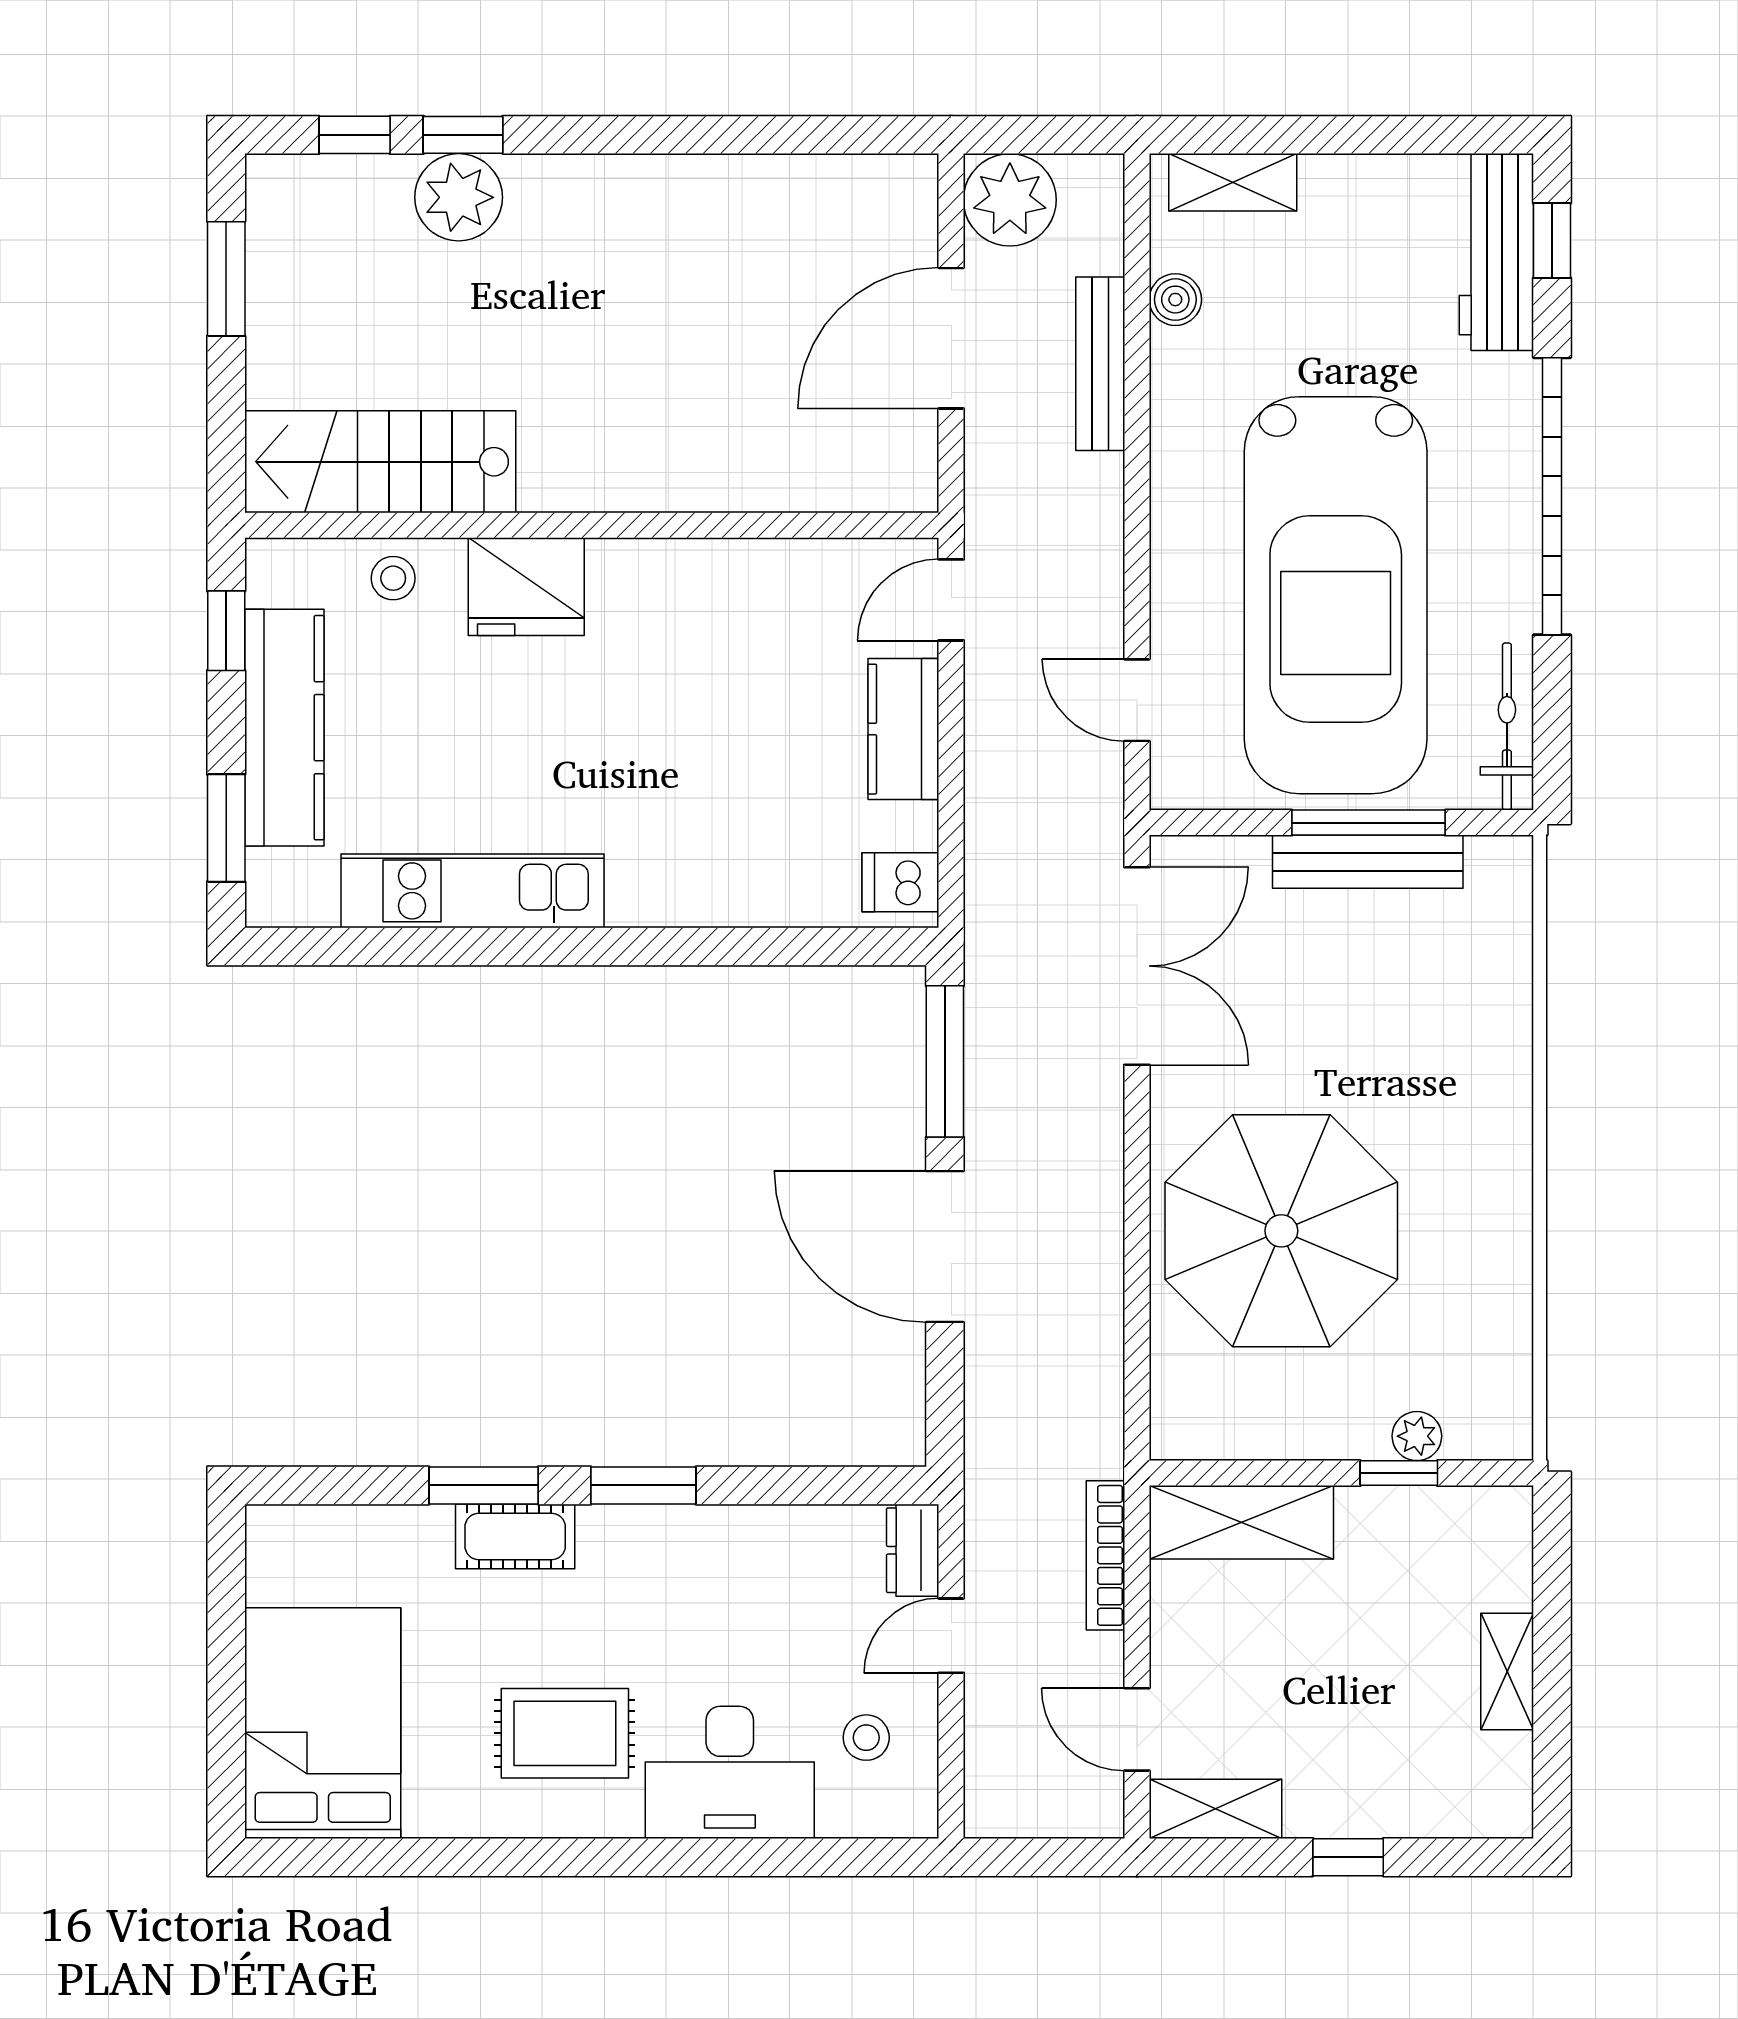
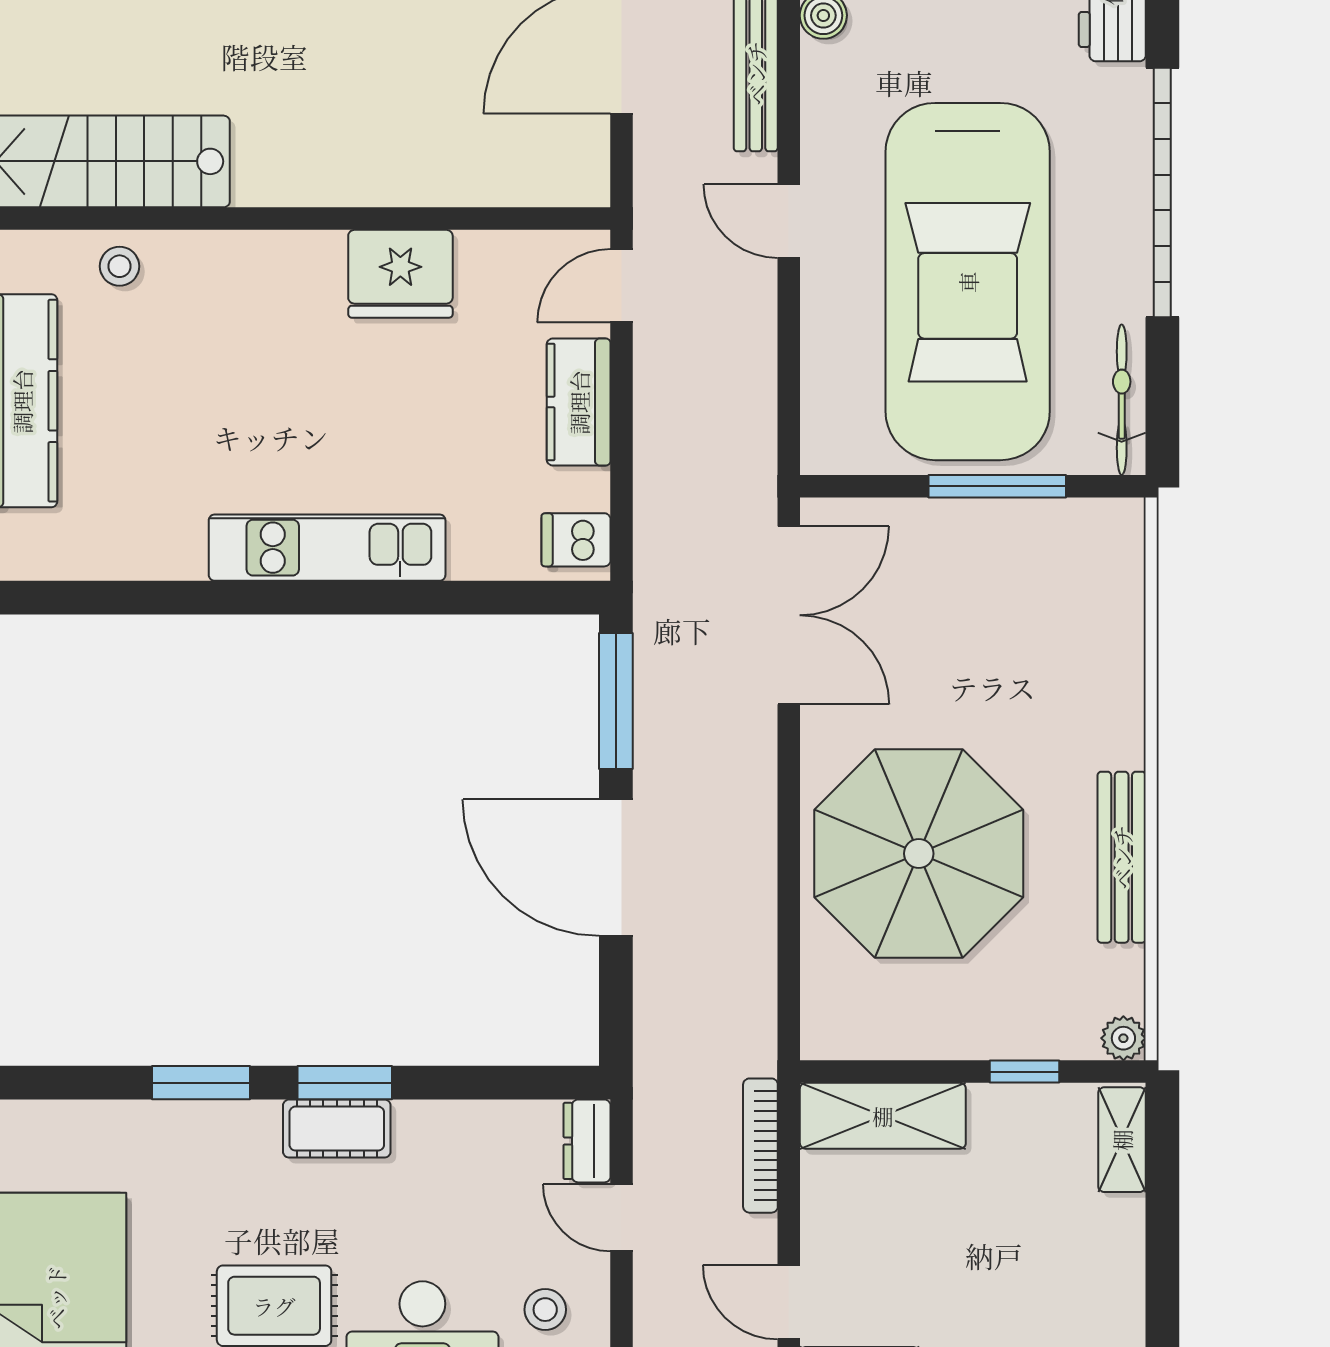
fridge: (526, 587) -> (400, 274), moved
door: (1137, 700) -> (789, 221), moved
bench: (1368, 862) -> (1122, 857), moved, turned 90
kitchen unit: (472, 891) -> (327, 548), moved
plant: (1417, 1436) -> (1123, 1038), moved
cot: (515, 1536) -> (337, 1129), moved
door: (951, 1636) -> (622, 1218), hinge flipped
shelving: (1507, 1672) -> (1122, 1140), moved

